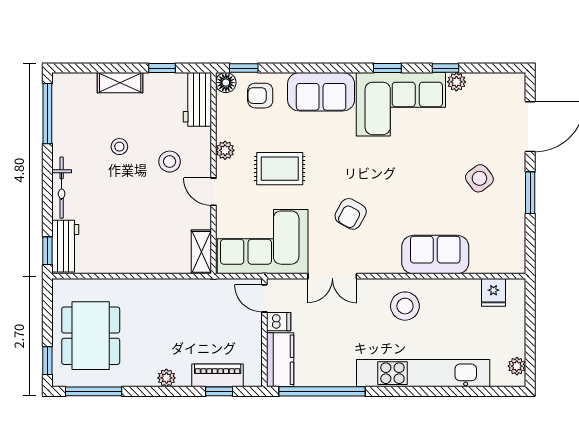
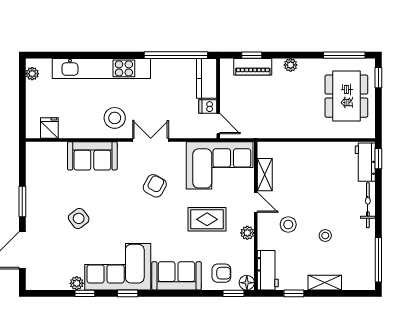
side table: (479, 178) -> (79, 218), moved
shelving: (201, 252) -> (265, 175), moved
double door: (332, 276) -> (151, 140), moved

